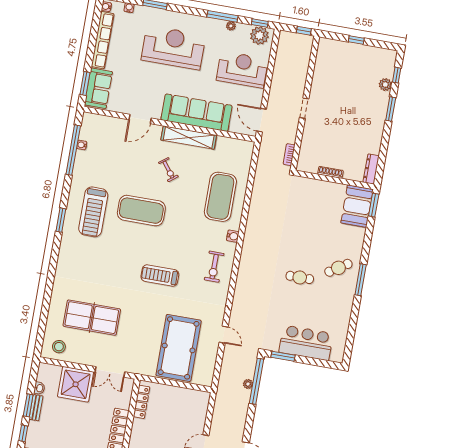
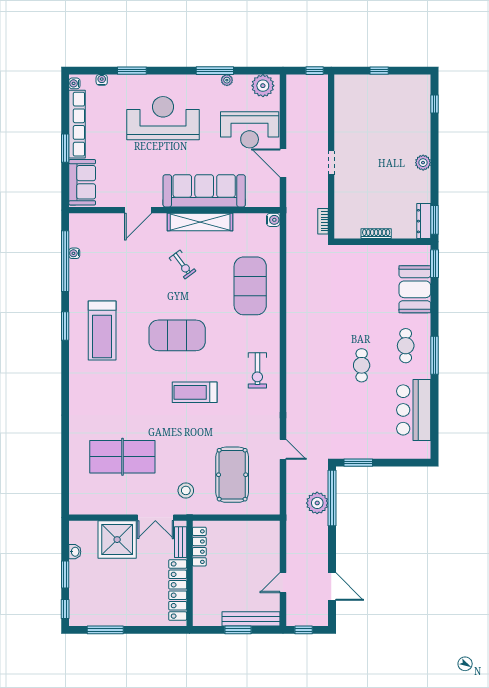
window: (260, 23) -> (261, 71), removed
reception desk: (242, 70) -> (250, 130), turned 180
window: (85, 83) -> (65, 148), moved
plant: (385, 85) -> (423, 163), moved
window: (391, 109) -> (434, 220), moved
door: (261, 120) -> (283, 163), moved
booth: (357, 206) -> (415, 289), moved
exercise mat: (141, 211) -> (177, 335), moved
window: (61, 220) -> (65, 326), moved
water cooler: (233, 236) -> (273, 220), moved
cafe table: (338, 268) -> (406, 346), turned -57
cafe table: (300, 277) -> (362, 365), turned 90
bar counter: (306, 343) -> (414, 410), moved, turned -90
stool: (59, 347) -> (186, 490), moved
pool table: (179, 348) -> (232, 475), width x0.73, depth x0.76
plant: (248, 384) -> (317, 503), width x1.87, depth x1.87
bench: (36, 408) -> (181, 542), moved

